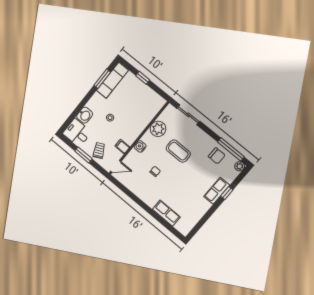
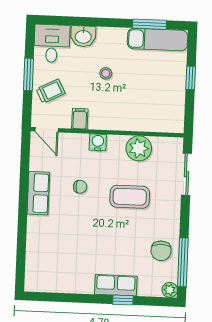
coffee table: (178, 151) -> (130, 197), turned 90
row of seats: (166, 213) -> (38, 193), moved

